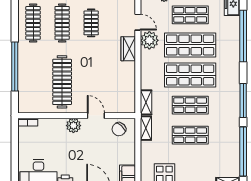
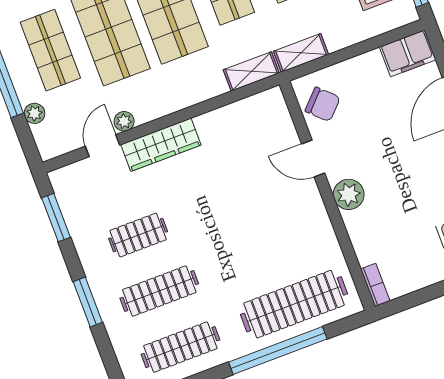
plant: (149, 40) -> (124, 121), width x0.53, depth x0.53
wardrobe: (128, 49) -> (161, 145), width x1.50
clothes rail: (62, 82) -> (294, 304), moved
door: (96, 116) -> (313, 159), hinge flipped

